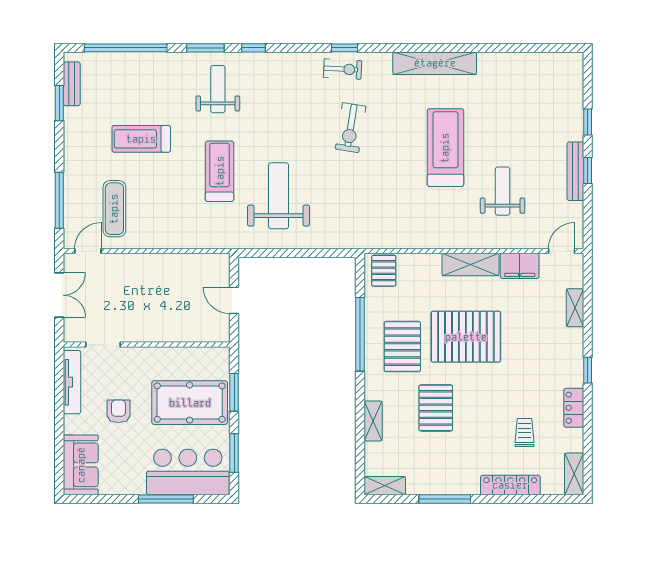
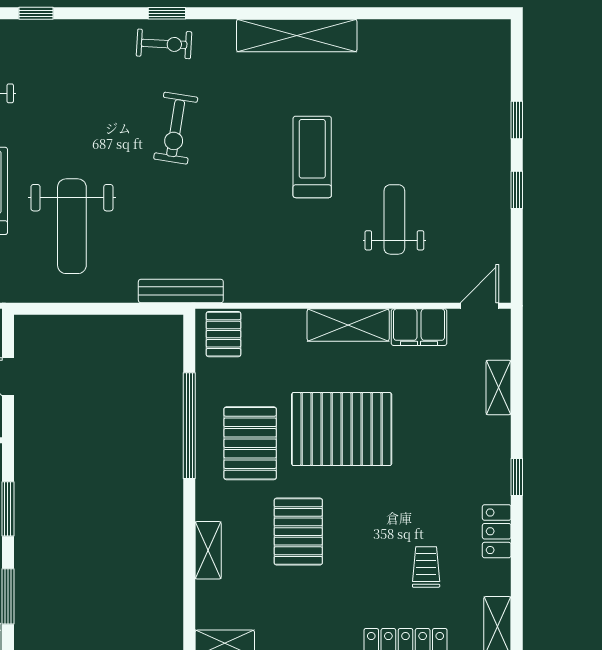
treadmill: (445, 148) -> (312, 157), width x0.73, depth x0.73
bench: (575, 171) -> (181, 291), moved, turned 90
weight bench: (279, 196) -> (72, 226), turned 180

